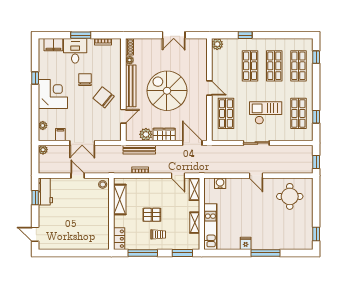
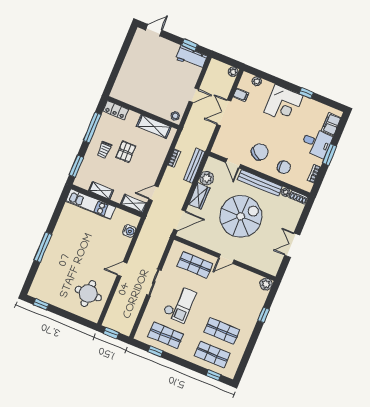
shop shelf: (250, 66) -> (232, 307), removed
chair: (85, 80) -> (284, 167), moved
fridge: (246, 243) -> (60, 232), removed

